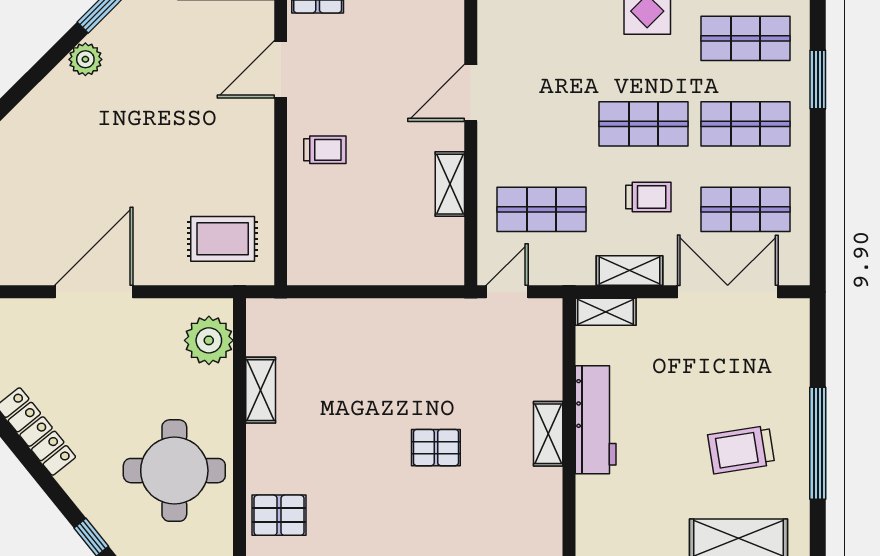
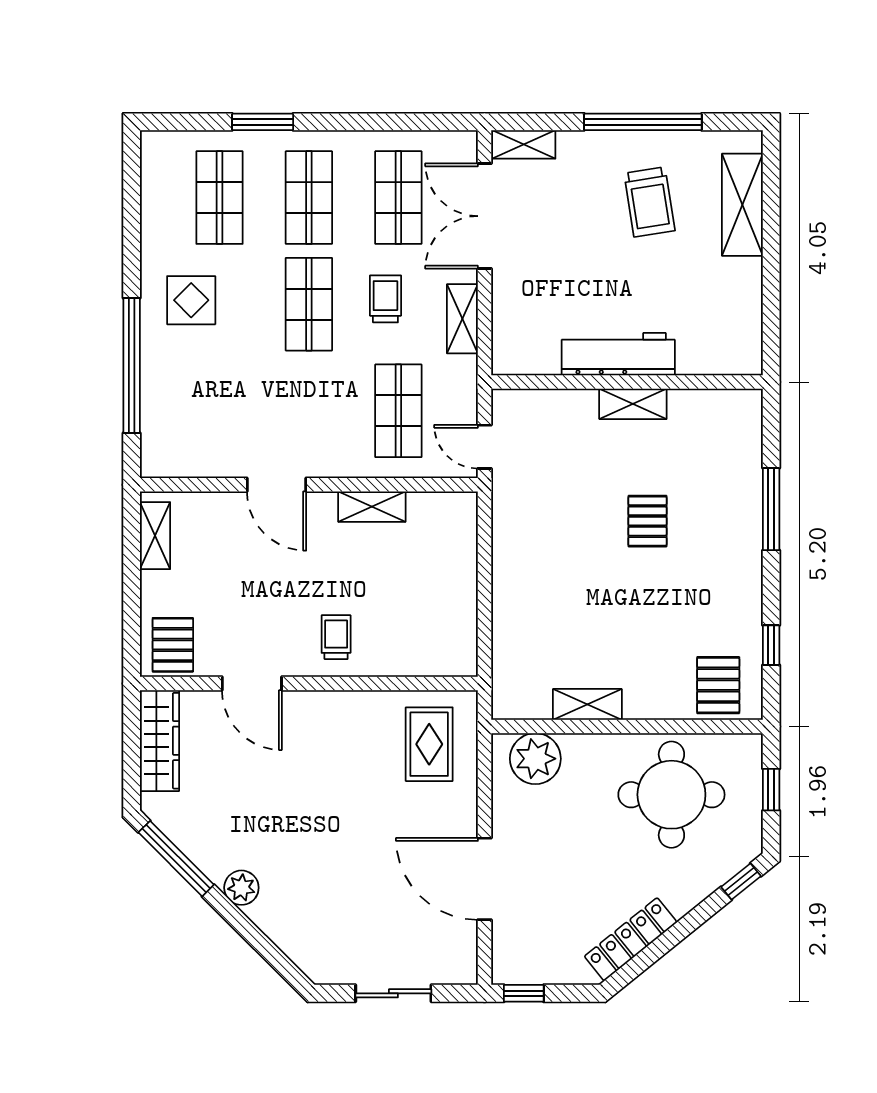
shelving: (606, 312) -> (524, 144), moved, turned 90

